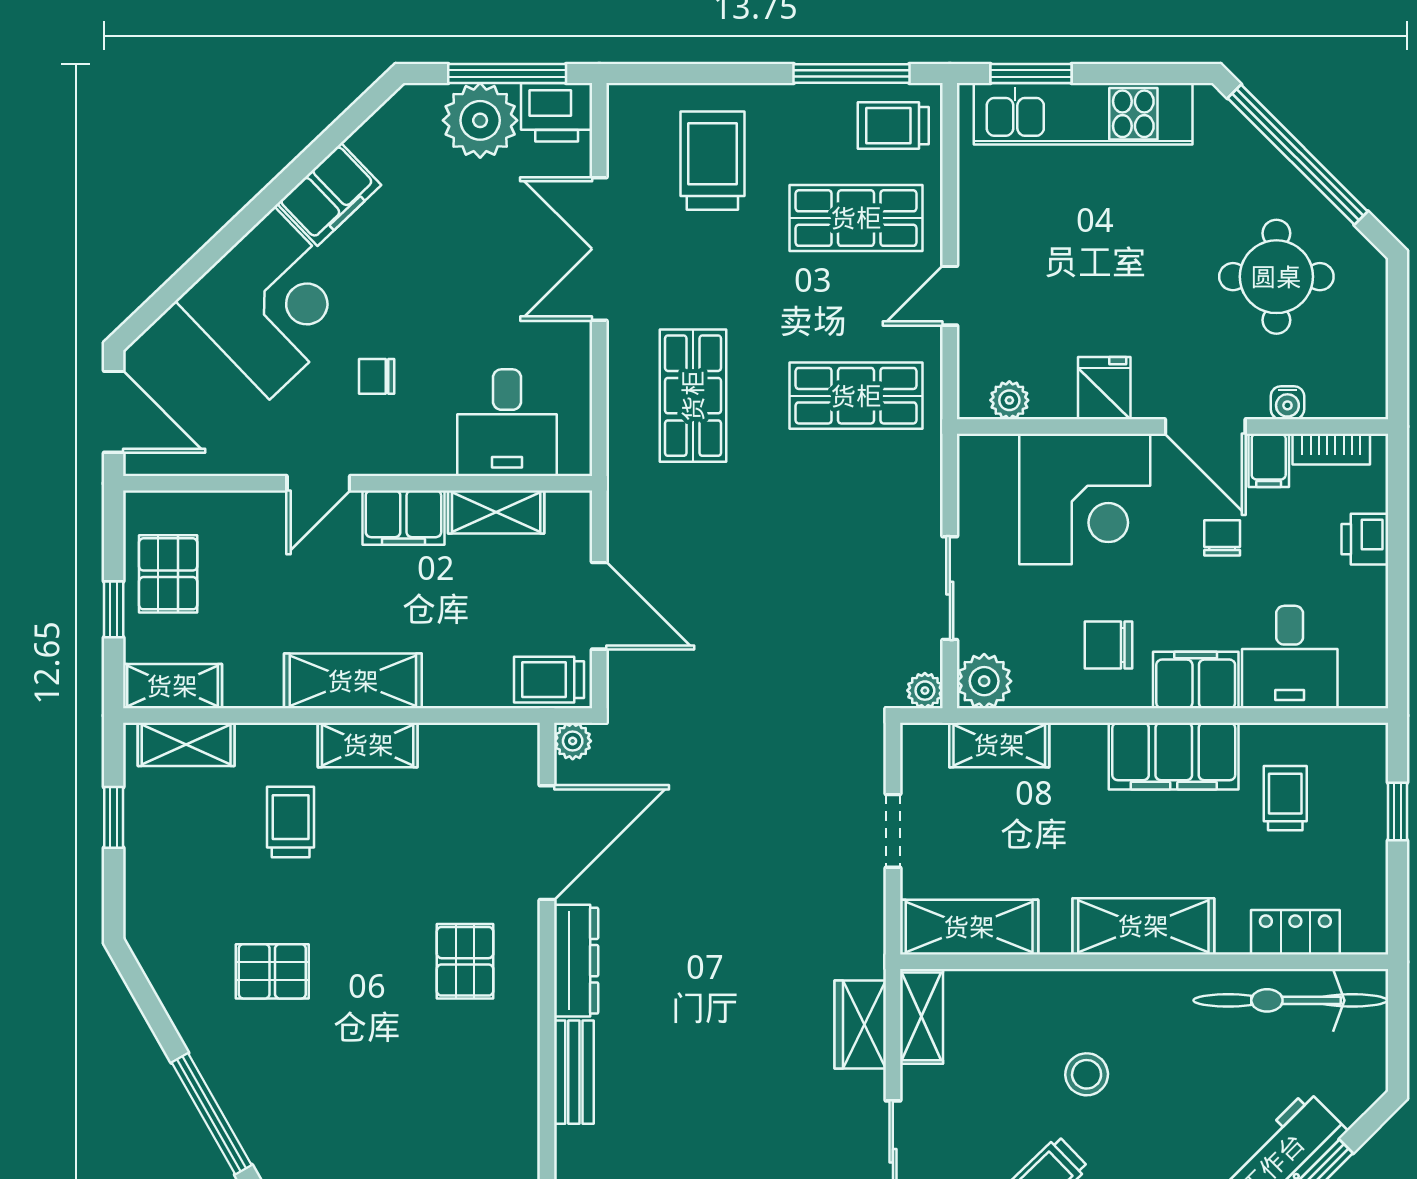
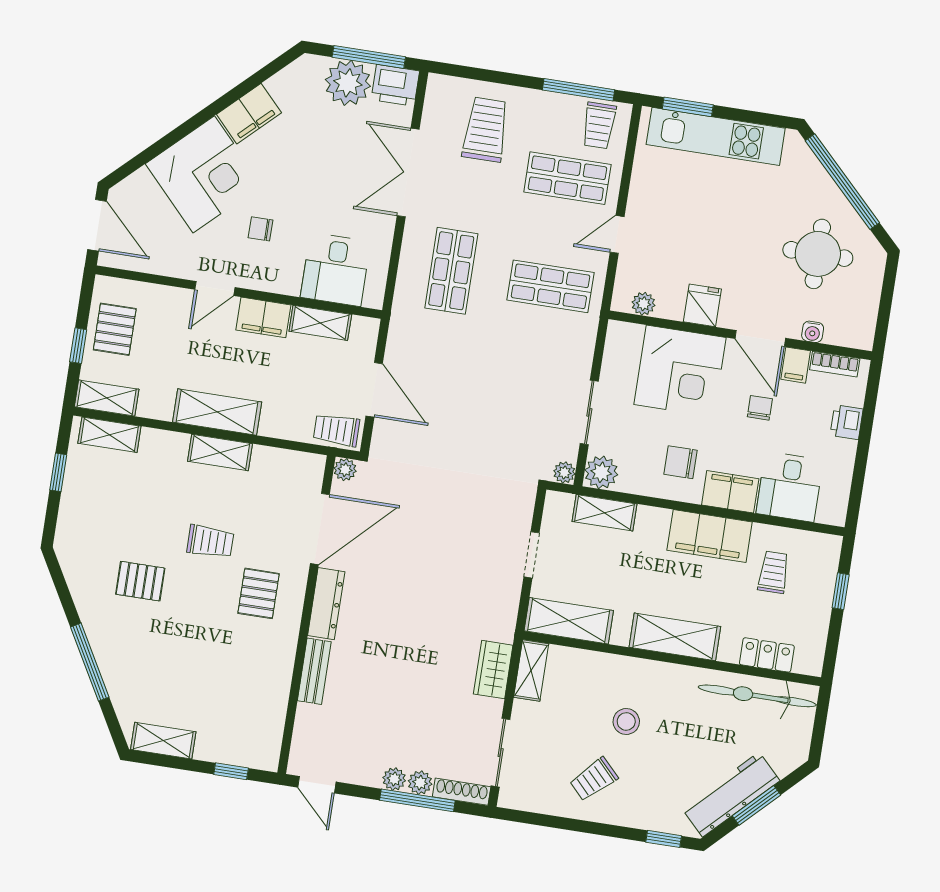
trolley: (893, 126) -> (599, 125), turned -90
trolley: (291, 822) -> (210, 541), moved, turned 90

